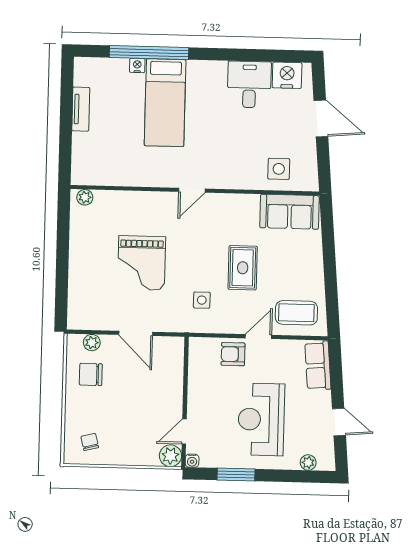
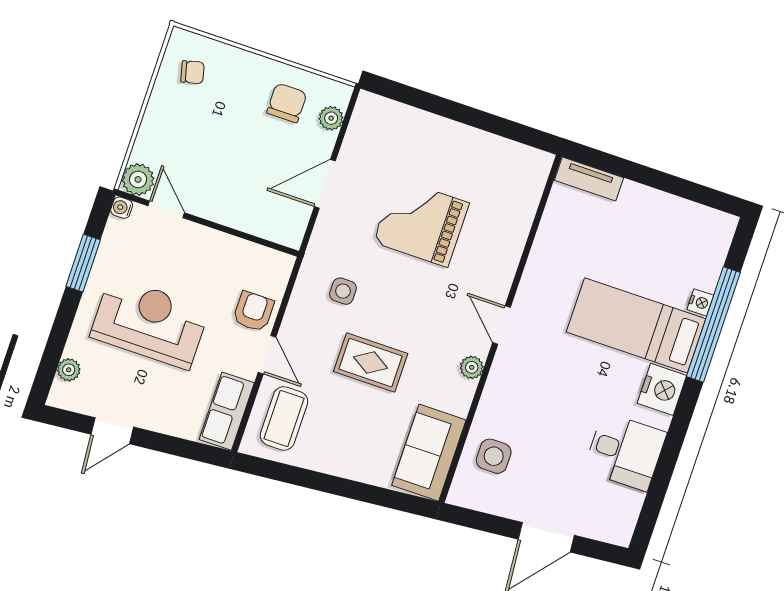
nightstand: (287, 75) -> (662, 389), moved
tv unit: (81, 109) -> (589, 179), moved
plant: (85, 197) -> (472, 367), moved
row of seats: (318, 366) -> (227, 411), moved, turned -85

